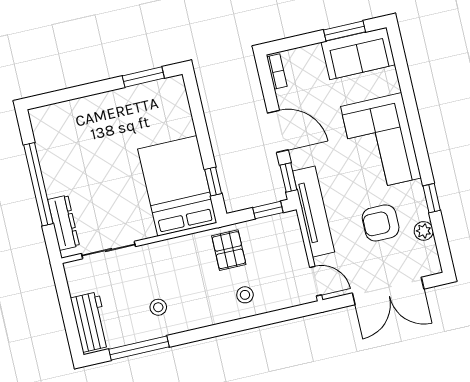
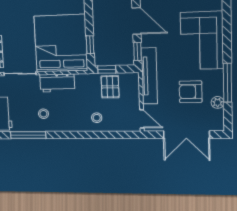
bed: (177, 186) -> (61, 43), width x1.36
window: (432, 198) -> (227, 83), width x2.17
window: (268, 210) -> (107, 69), moved
pallet: (229, 250) -> (110, 87), moved
workbench: (172, 253) -> (57, 83), added

